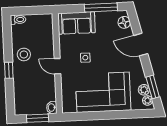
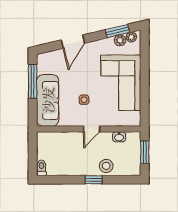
floor lamp: (124, 22) -> (49, 58), removed
sofa: (76, 23) -> (48, 100), width x1.36
stool: (24, 54) -> (106, 166), moved
washbasin: (52, 108) -> (119, 137), moved

